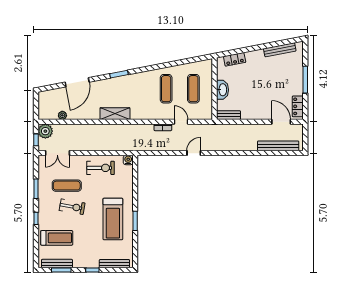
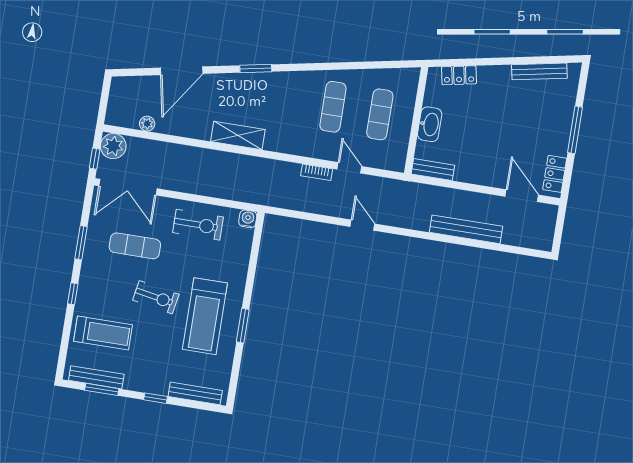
bench: (278, 146) -> (466, 229), moved
double door: (57, 153) -> (128, 187), width x1.37
door: (194, 153) -> (362, 225), hinge flipped
exercise bike: (72, 207) -> (156, 297), moved

